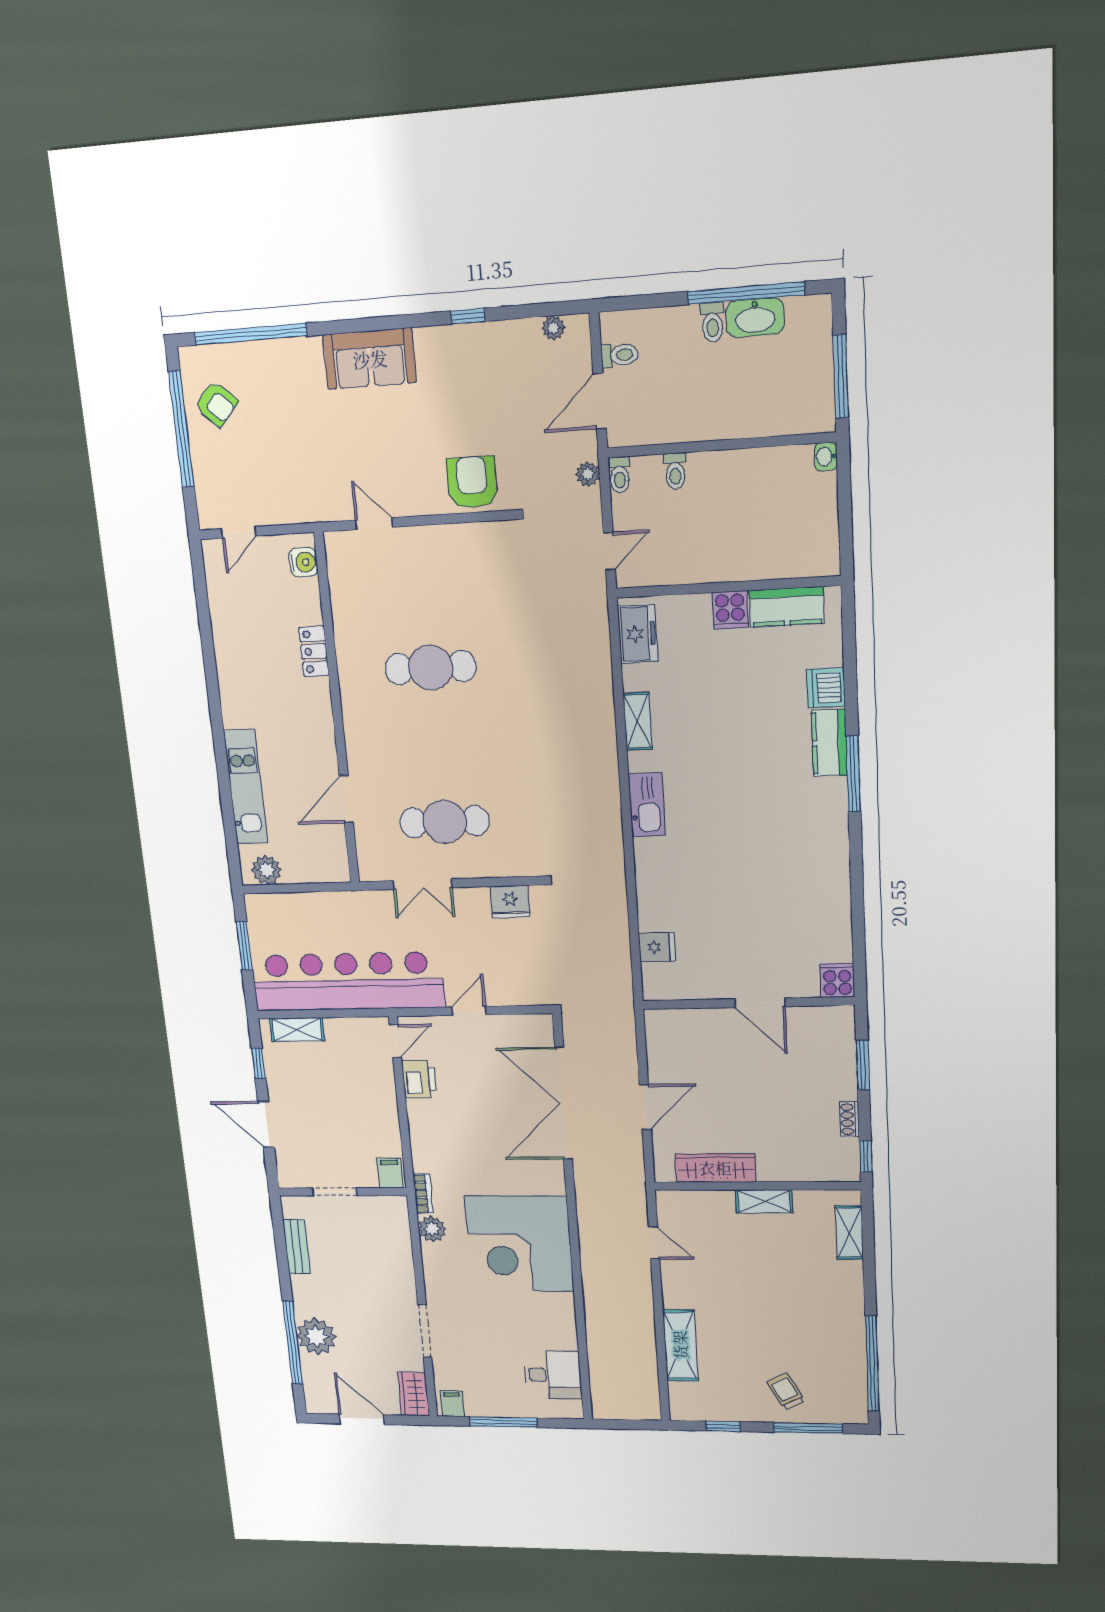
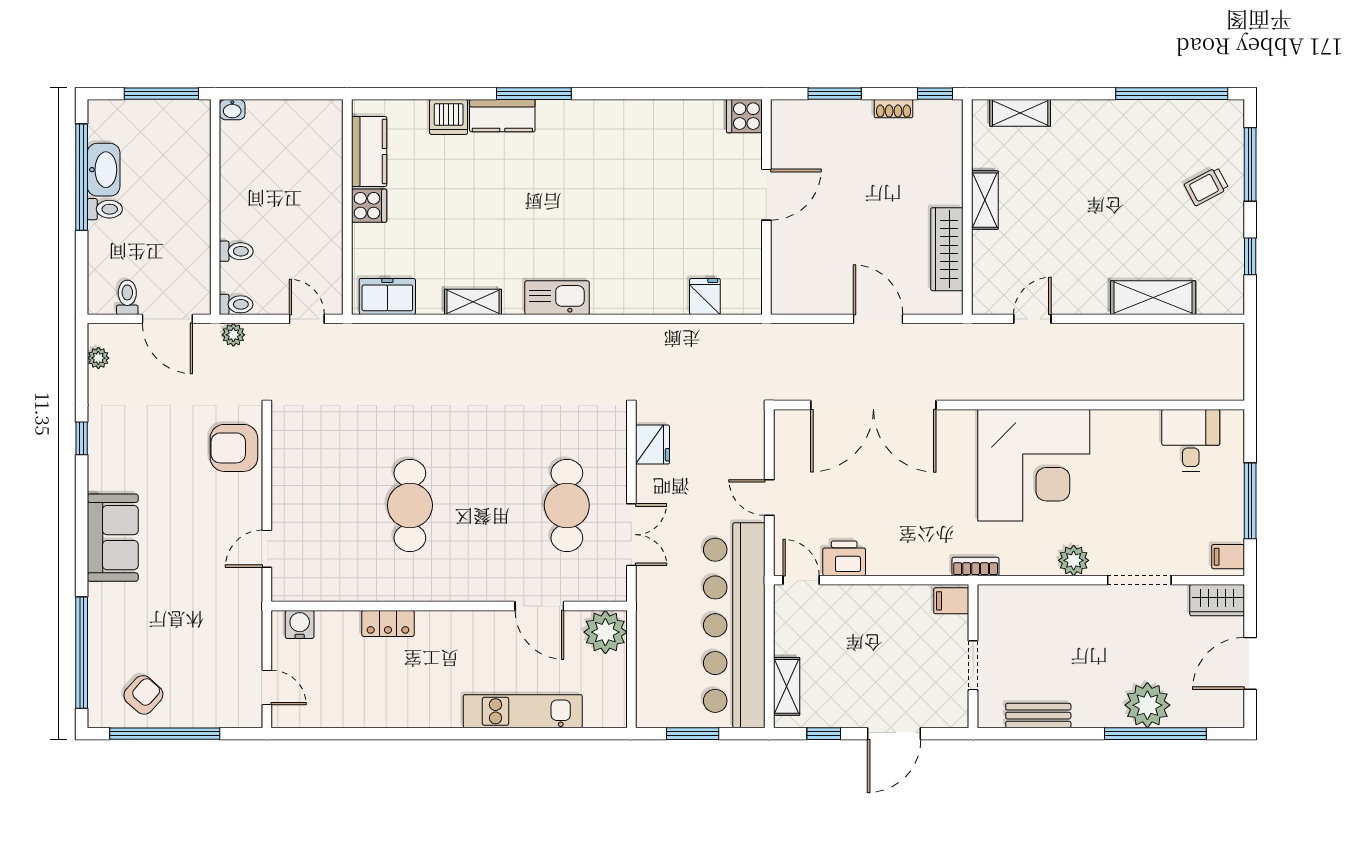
plant: (266, 870) -> (605, 632), moved, width x1.36, depth x1.36
plant: (432, 1229) -> (1074, 560), moved

